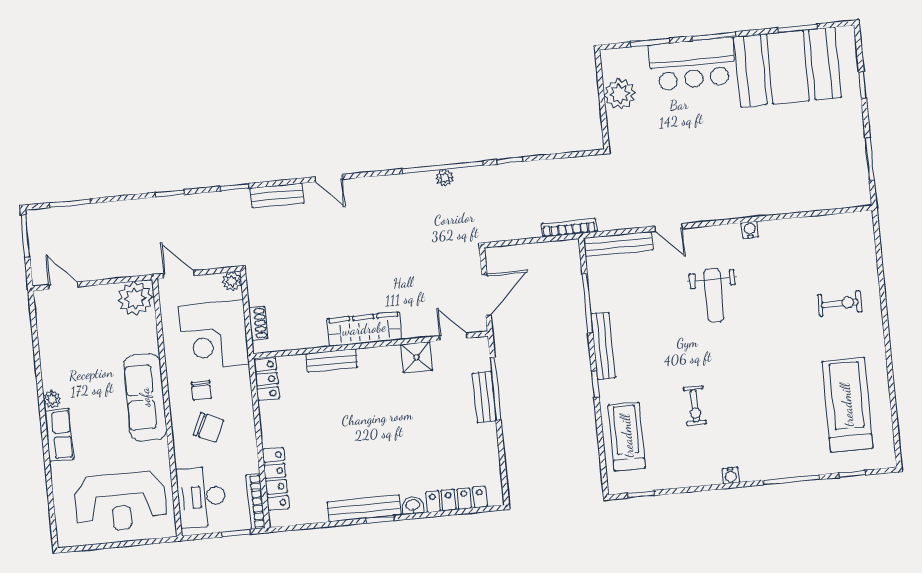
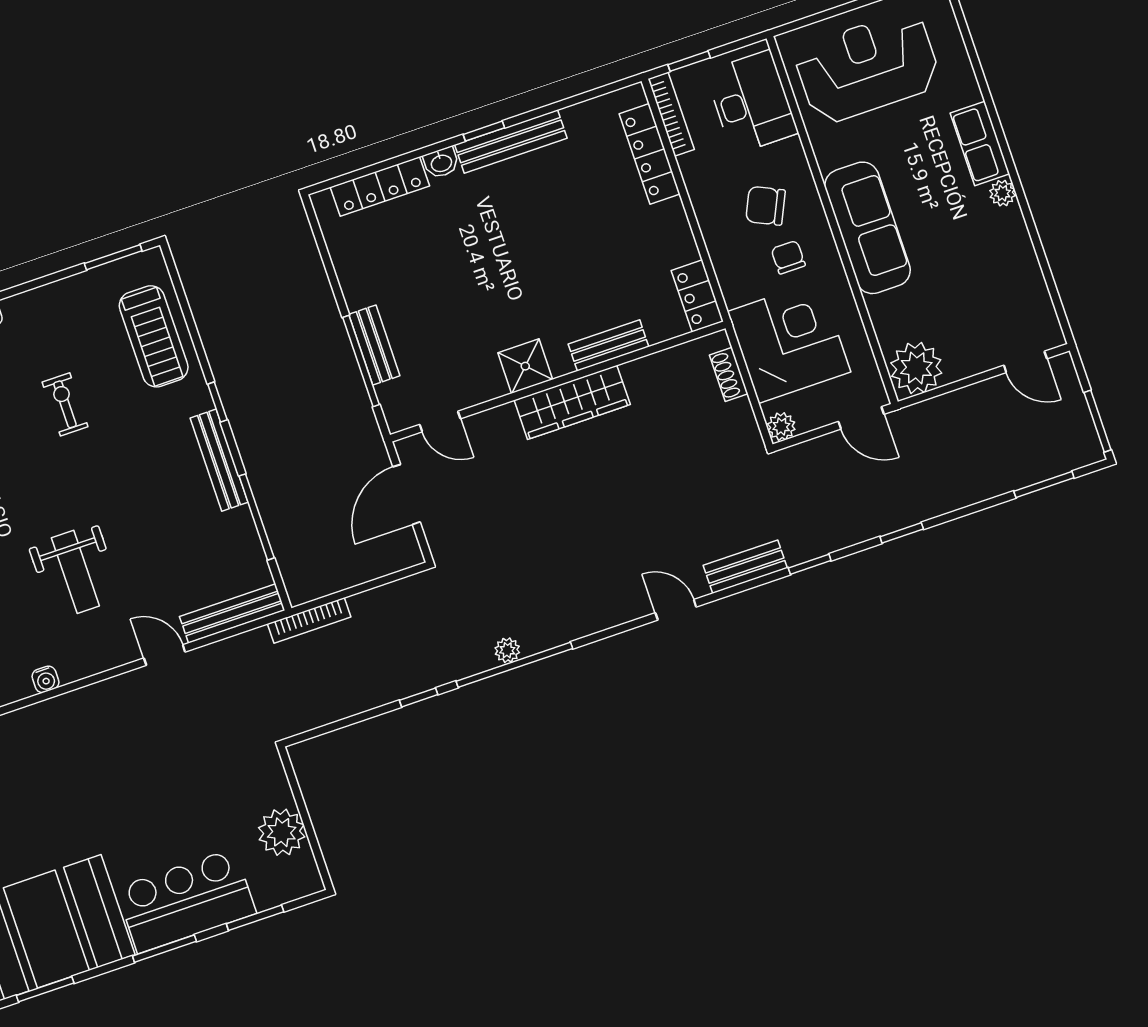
weight bench: (714, 295) -> (75, 572), turned 180
shower: (417, 357) -> (525, 366), moved
window: (641, 494) -> (113, 257), width x1.50

